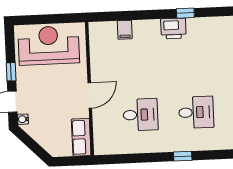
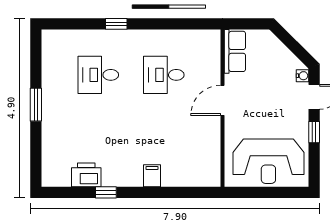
printer: (173, 28) -> (86, 175), moved
filing cabinet: (125, 30) -> (152, 176), moved

